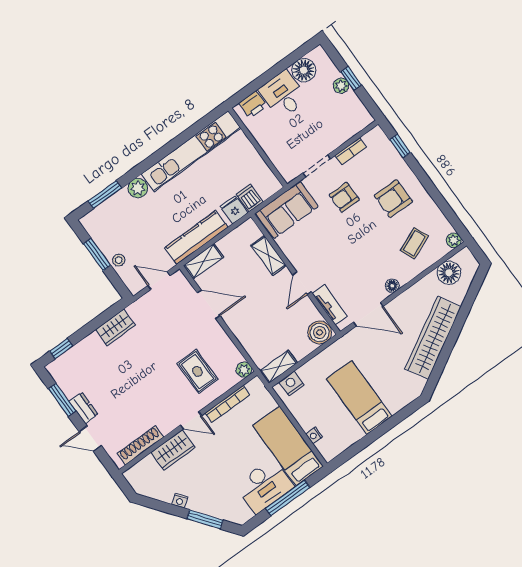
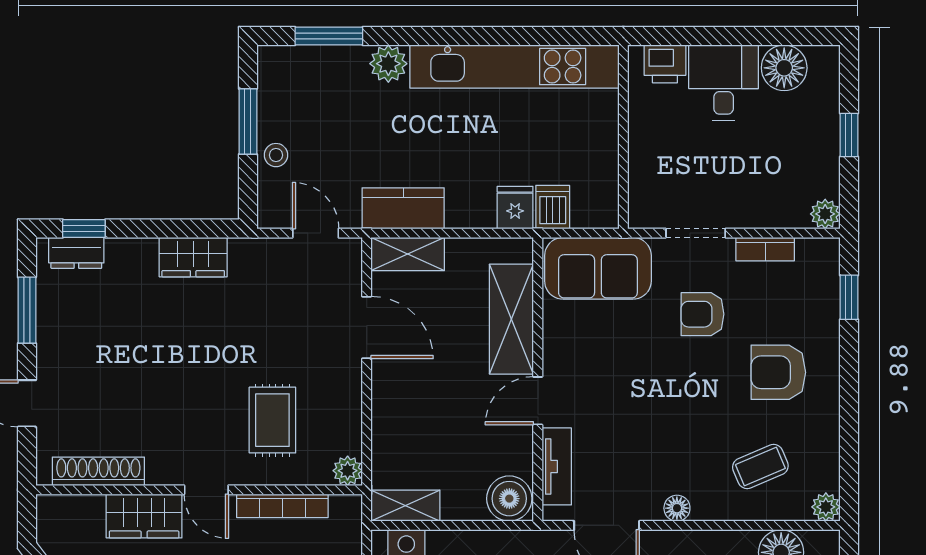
plant: (341, 86) -> (825, 214), moved
kitchen counter: (196, 238) -> (403, 208), width x0.67
shelving: (269, 255) -> (511, 319), width x1.50, depth x1.33
dresser: (84, 408) -> (76, 253), moved, turned 90

